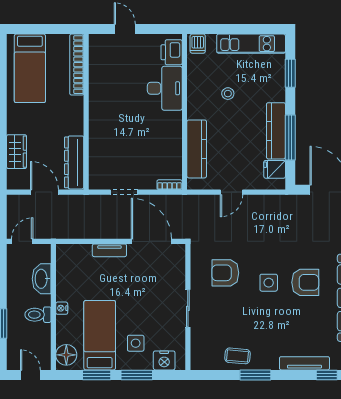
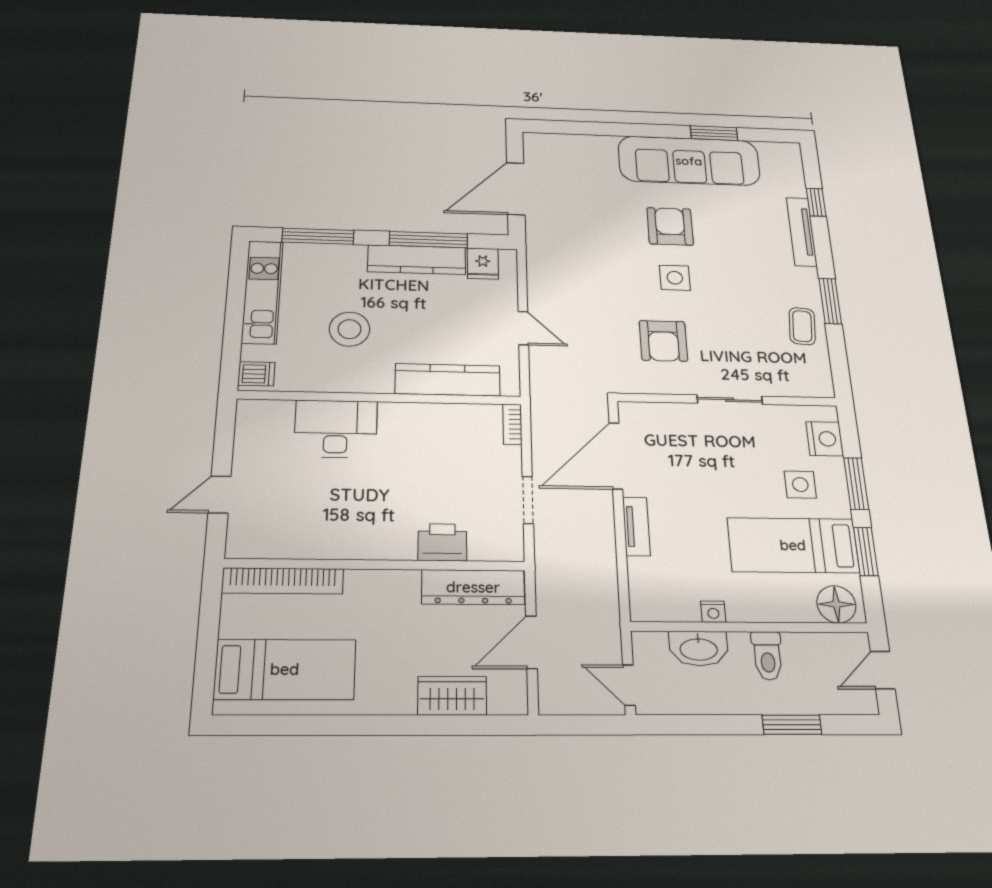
printer: (172, 52) -> (442, 542), moved, turned 180
window: (290, 73) -> (318, 236), width x1.44
stool: (228, 94) -> (350, 329), width x1.89, depth x1.89
nightstand: (62, 308) -> (713, 612), moved

